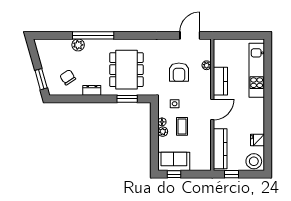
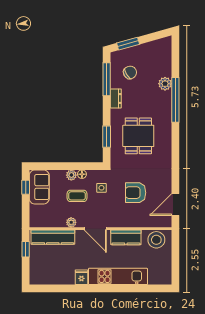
door: (190, 35) -> (175, 204), swing flipped
plant: (207, 65) -> (71, 222), moved
dining table: (126, 70) -> (138, 136), width x0.73
kitchen unit: (257, 70) -> (118, 276), moved
window: (74, 99) -> (107, 79), added
fridge: (257, 140) -> (81, 277), moved
stool: (254, 161) -> (156, 240), moved

